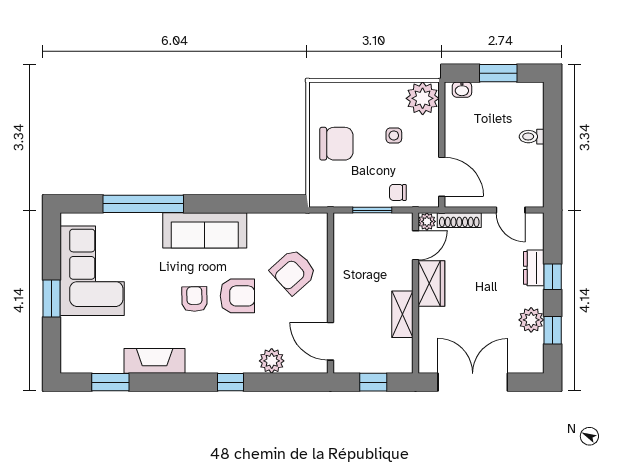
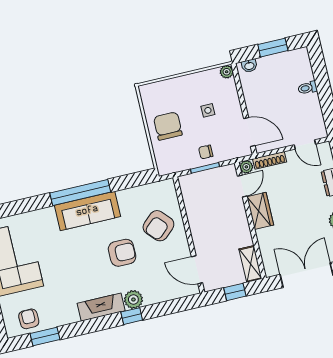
plant: (423, 98) -> (227, 72), width x0.53, depth x0.53
chair: (336, 144) -> (168, 126), turned -90
chair: (398, 192) -> (206, 152), moved
window: (143, 204) -> (80, 193), moved
armchair: (194, 299) -> (29, 319), moved
shelving: (402, 314) -> (250, 264), moved
fireplace: (155, 361) -> (101, 307), moved
plant: (272, 361) -> (133, 300), moved

